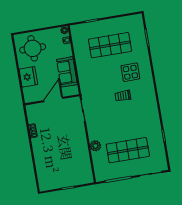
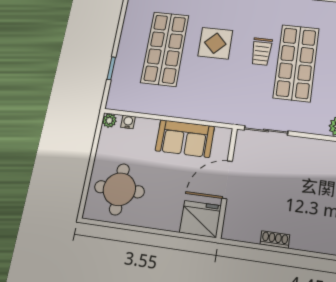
display table: (130, 72) -> (215, 43), moved
fridge: (28, 77) -> (200, 219), moved
door: (53, 100) -> (227, 180), hinge flipped
shop shelf: (122, 115) -> (296, 63), added

